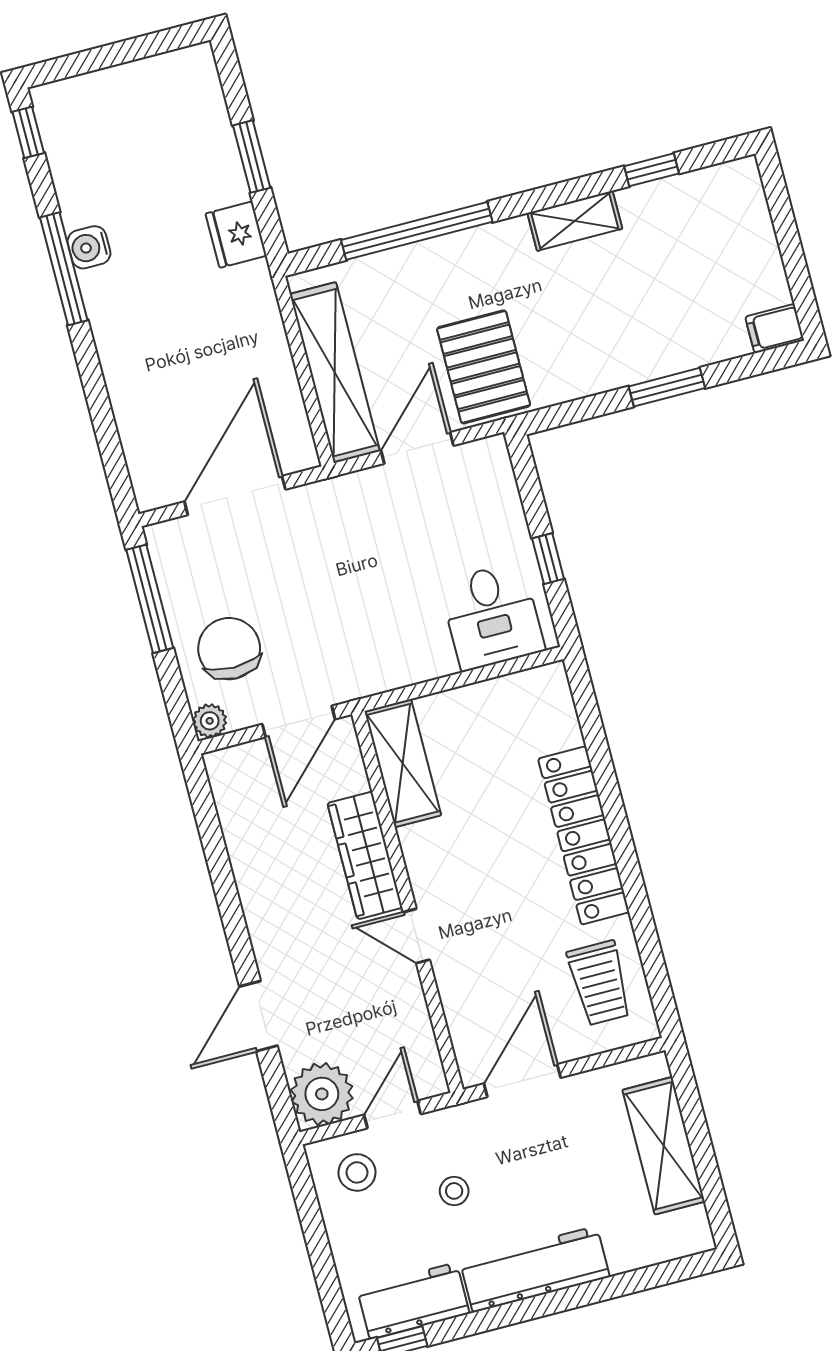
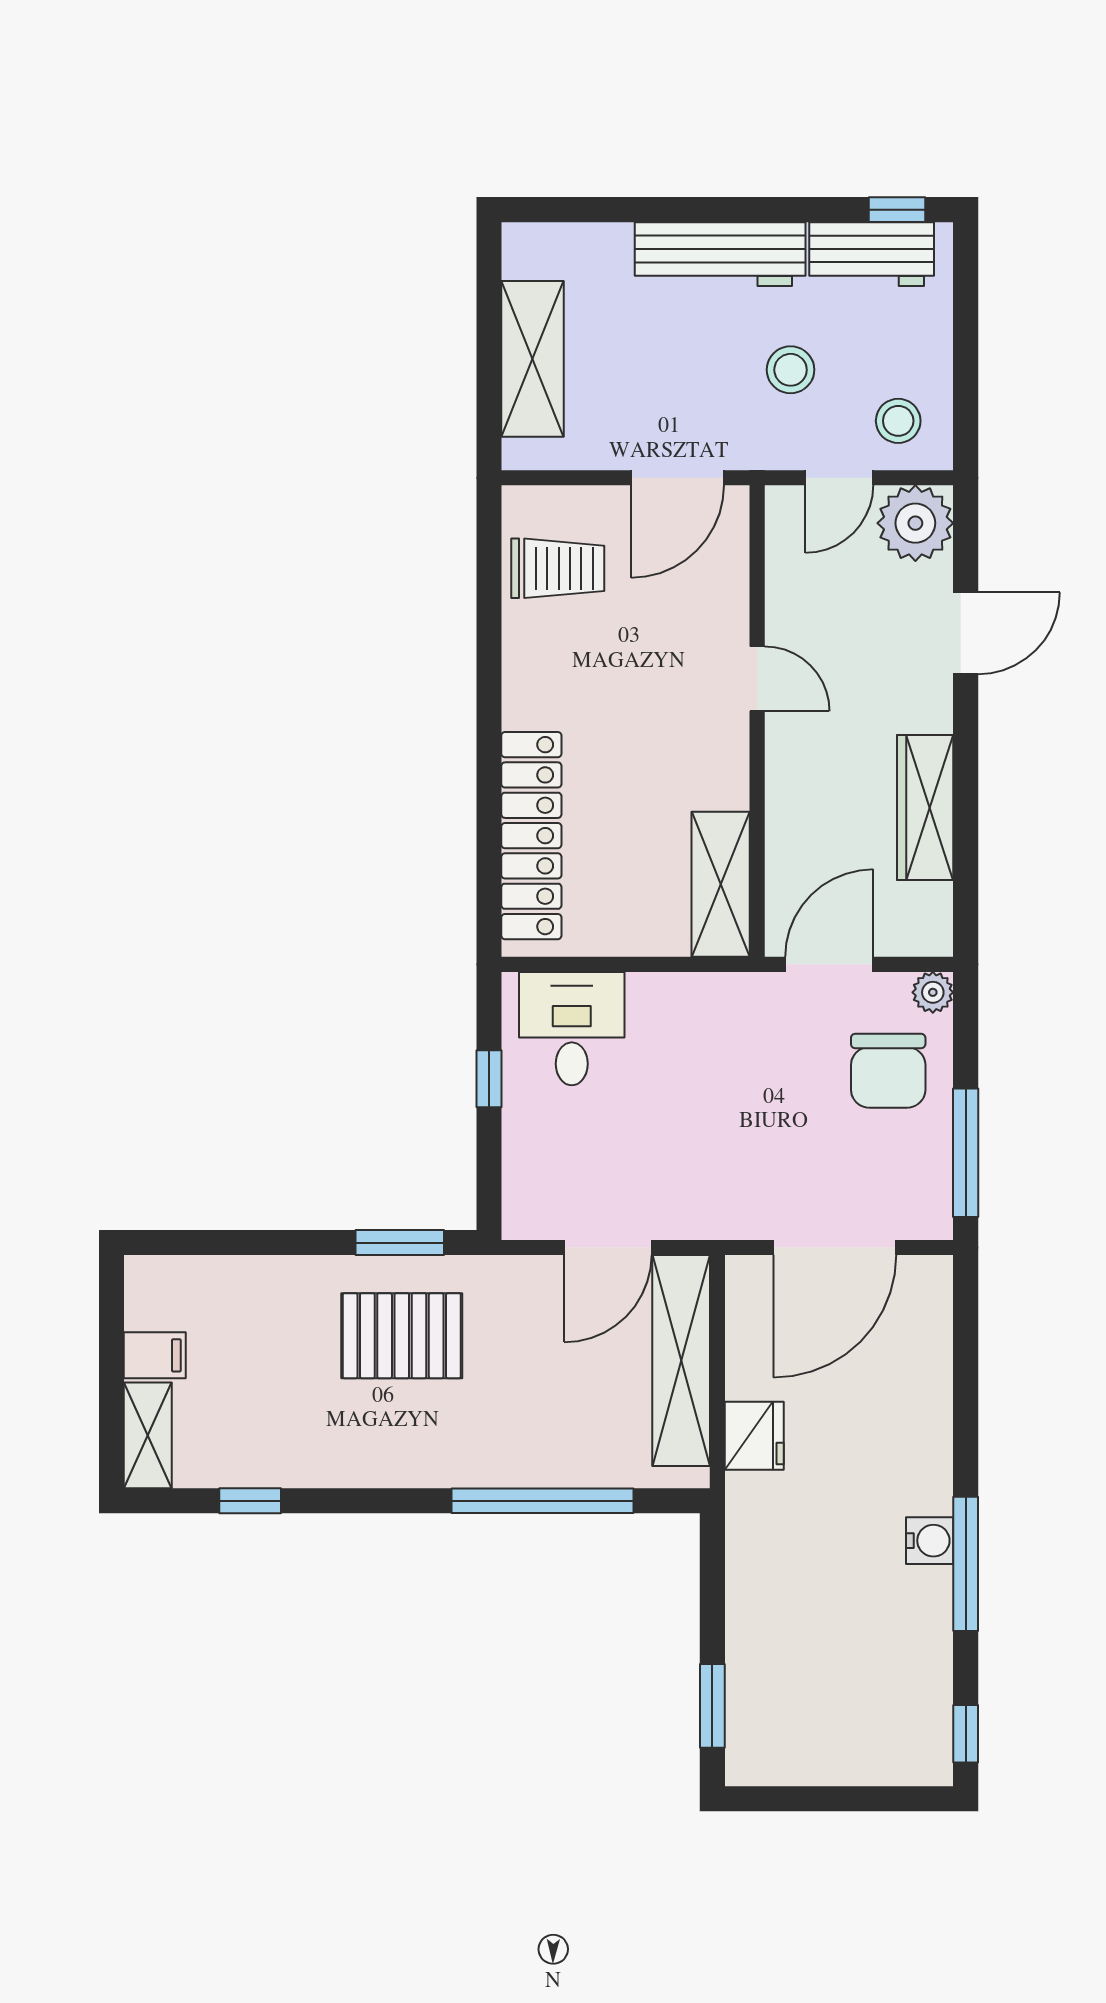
window: (252, 157) -> (712, 1706), moved
shelving: (575, 221) -> (148, 1435), moved, turned 90
fridge: (236, 235) -> (754, 1436), moved
water cooler: (89, 247) -> (930, 1541), moved
filing cabinet: (775, 329) -> (155, 1355), moved
pallet: (484, 367) -> (402, 1336), moved, turned 90
window: (667, 387) -> (400, 1243), moved
locker: (584, 835) -> (531, 836), moved
wardrobe: (365, 855) -> (925, 807), moved, turned 180
trolley: (600, 983) -> (558, 568), turned 90
stool: (454, 1191) -> (791, 370), width x1.37, depth x1.37

